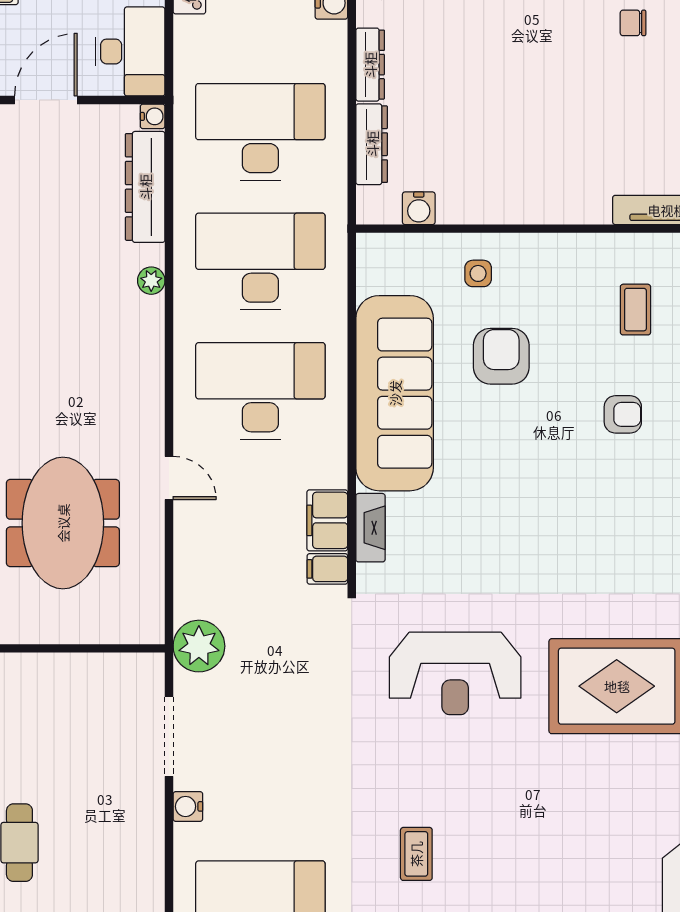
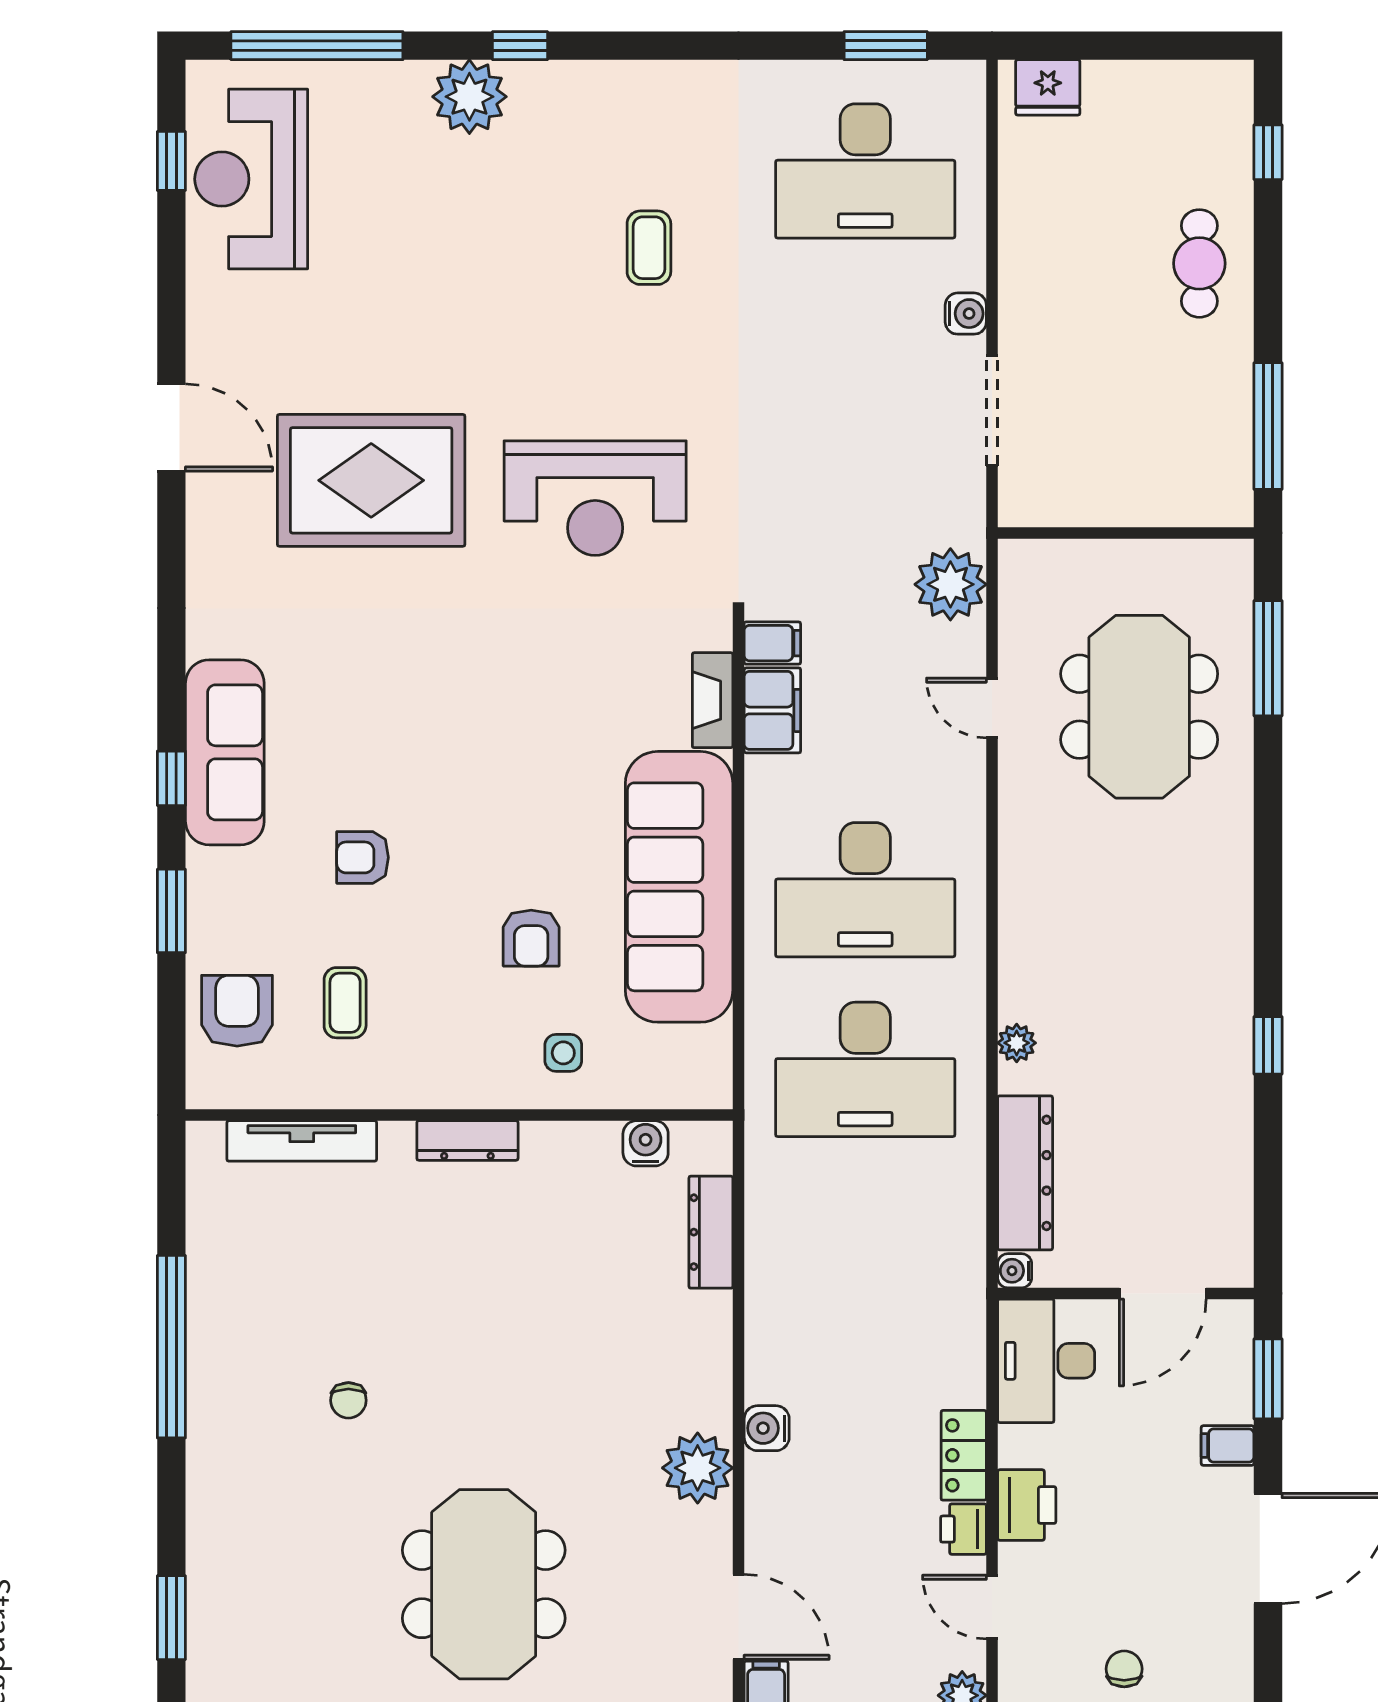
chair: (633, 23) -> (348, 1400), turned 90
dresser: (370, 65) -> (467, 1140), moved, turned -90
desk: (260, 132) -> (865, 1249), removed
armchair: (501, 356) -> (531, 938), width x0.72, depth x0.72
door: (169, 478) -> (992, 708), moved
plant: (199, 646) -> (950, 584), moved
reception desk: (455, 673) -> (595, 498), turned 180

